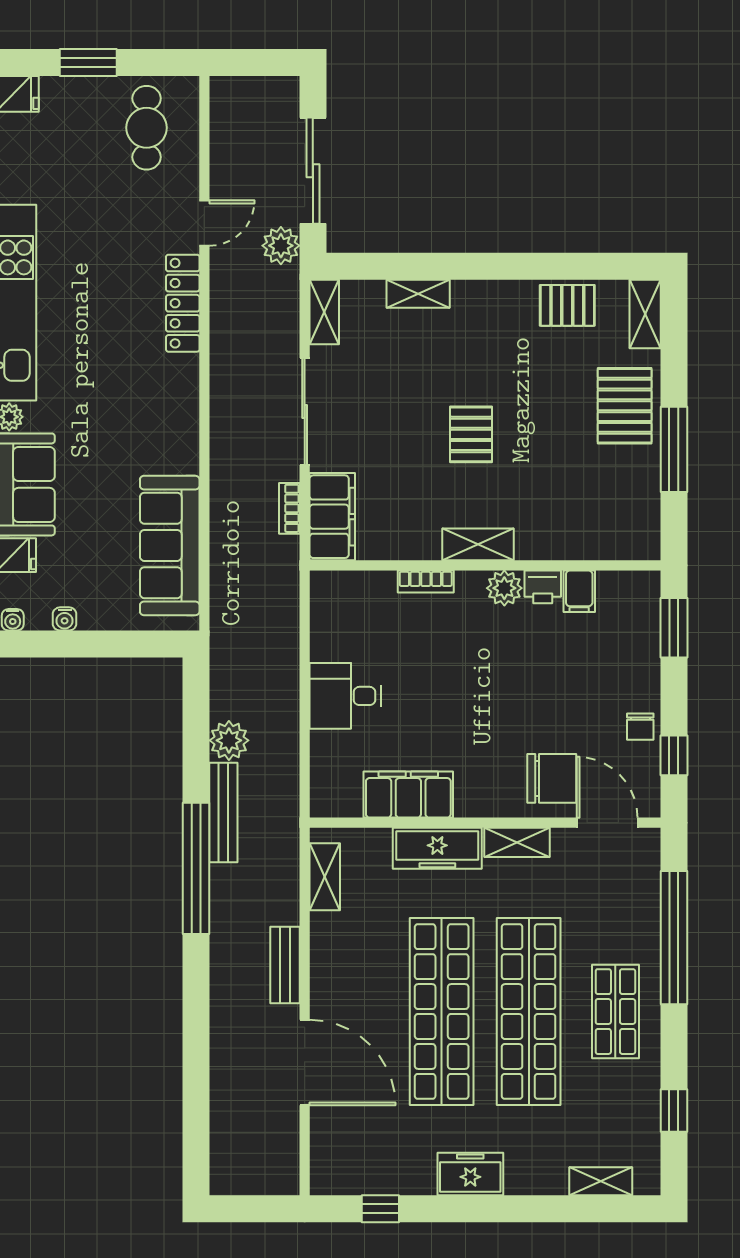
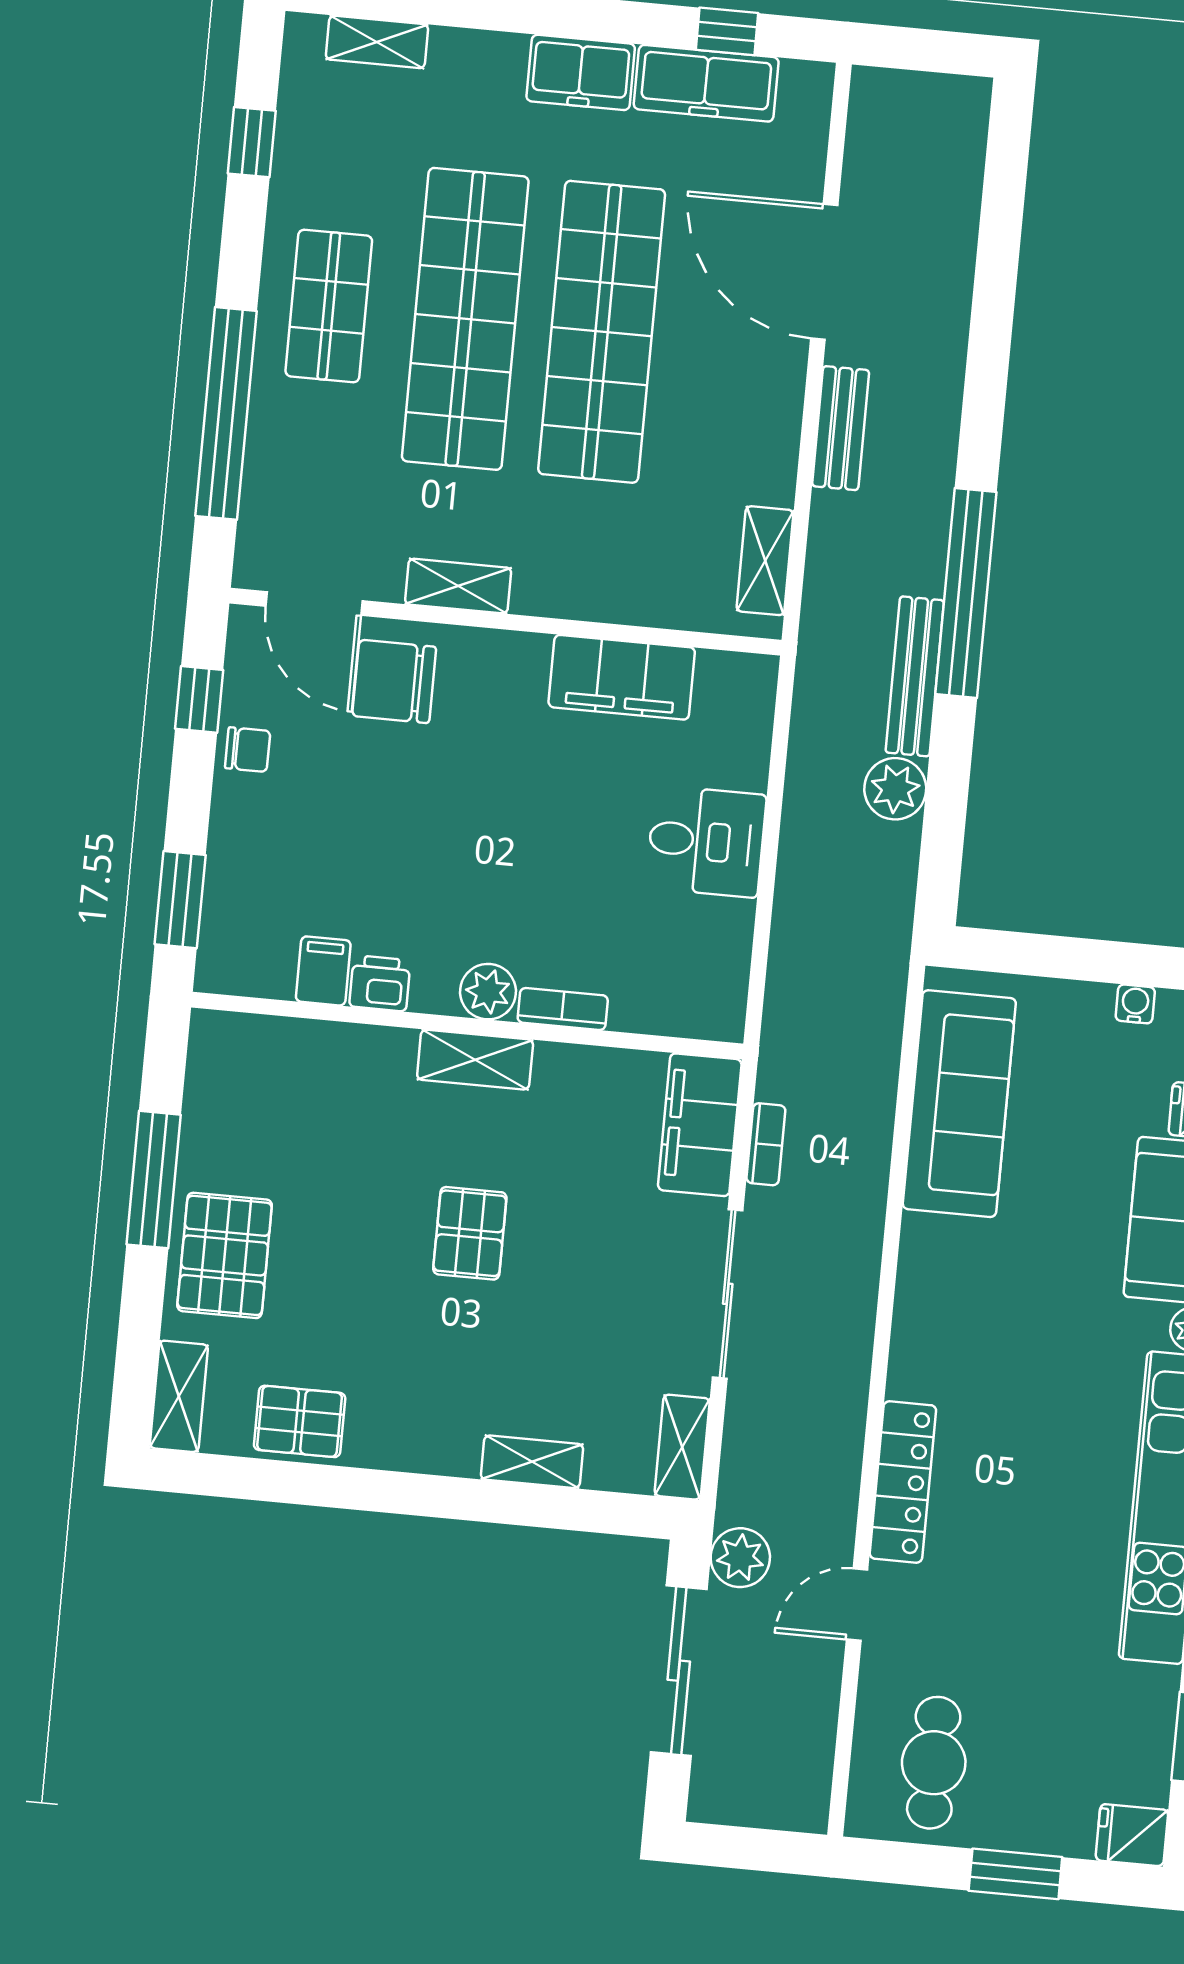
plant: (504, 588) -> (488, 992), moved
chair: (640, 727) -> (248, 750), turned 90
freezer: (437, 848) -> (706, 83), moved, turned 180

